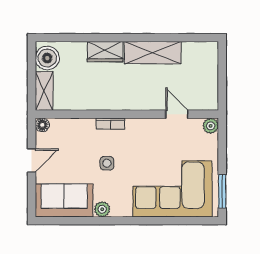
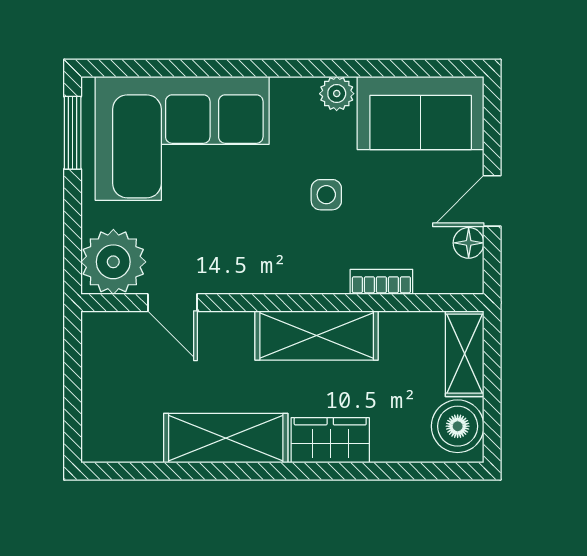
shelving: (111, 99) -> (317, 335), added
bookcase: (110, 124) -> (381, 282), moved
floor lamp: (42, 125) -> (469, 243), moved
plant: (211, 126) -> (113, 262), width x1.88, depth x1.88

